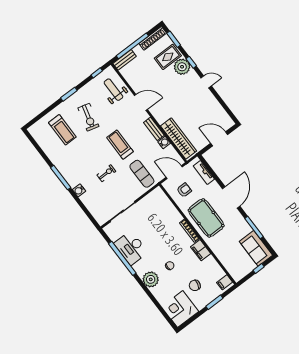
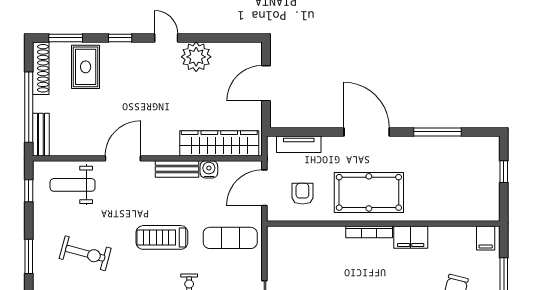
plant: (182, 67) -> (196, 57), moved
door: (206, 82) -> (166, 38), hinge flipped
sofa: (256, 248) -> (471, 153), removed

